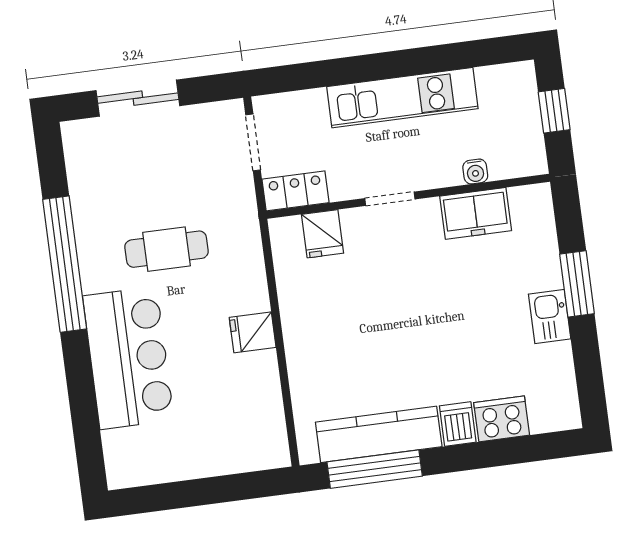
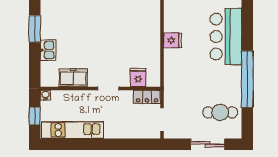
kitchen unit: (402, 98) -> (73, 130), moved
water cooler: (475, 172) -> (45, 95), moved
cafe table: (167, 249) -> (220, 112), moved
window: (577, 284) -> (35, 29), moved
kitchen sink: (550, 317) -> (48, 50), moved

